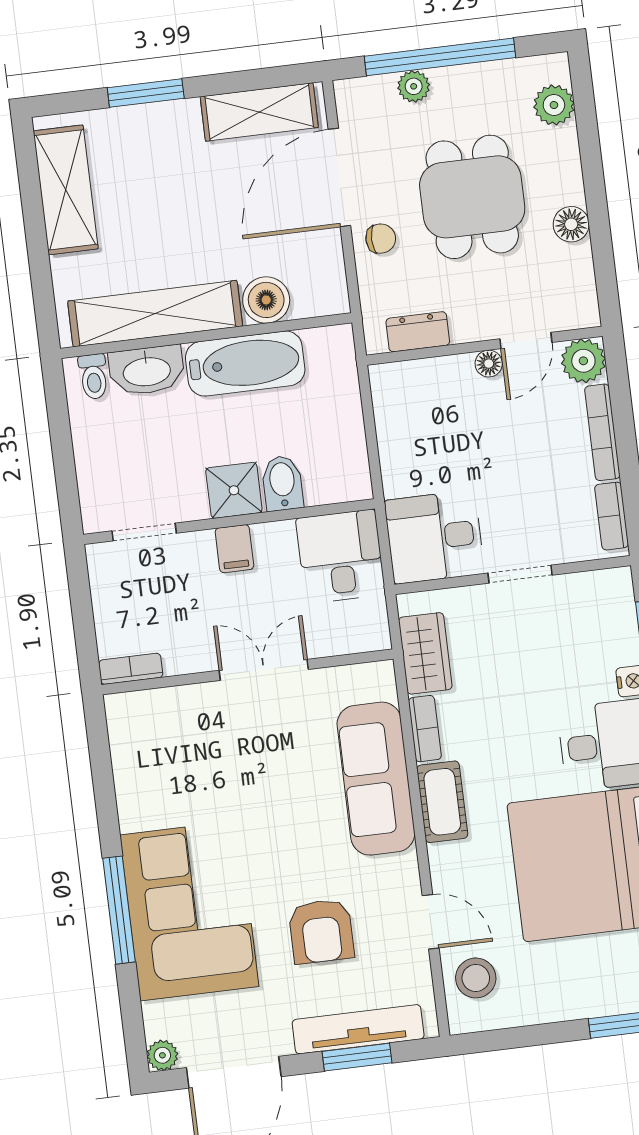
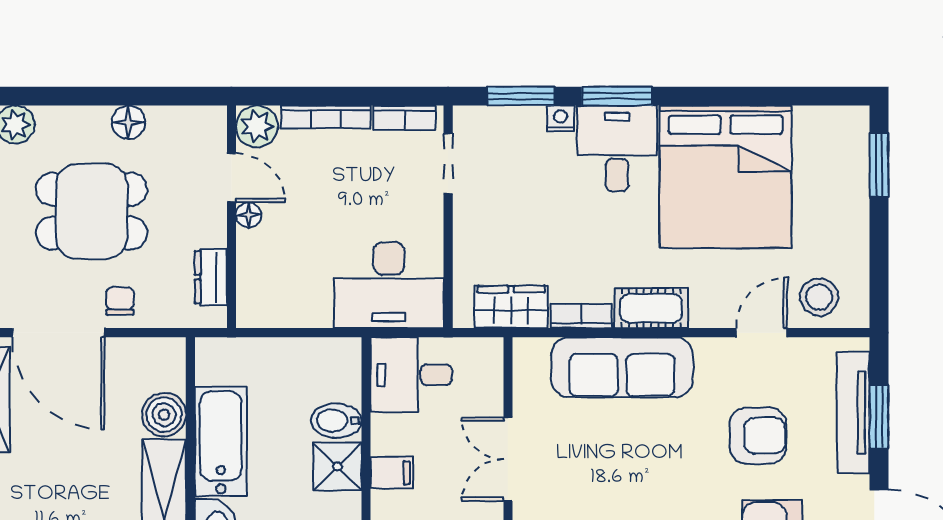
desk: (434, 537) -> (389, 285), width x1.37
doorway: (520, 574) -> (448, 164), moved

